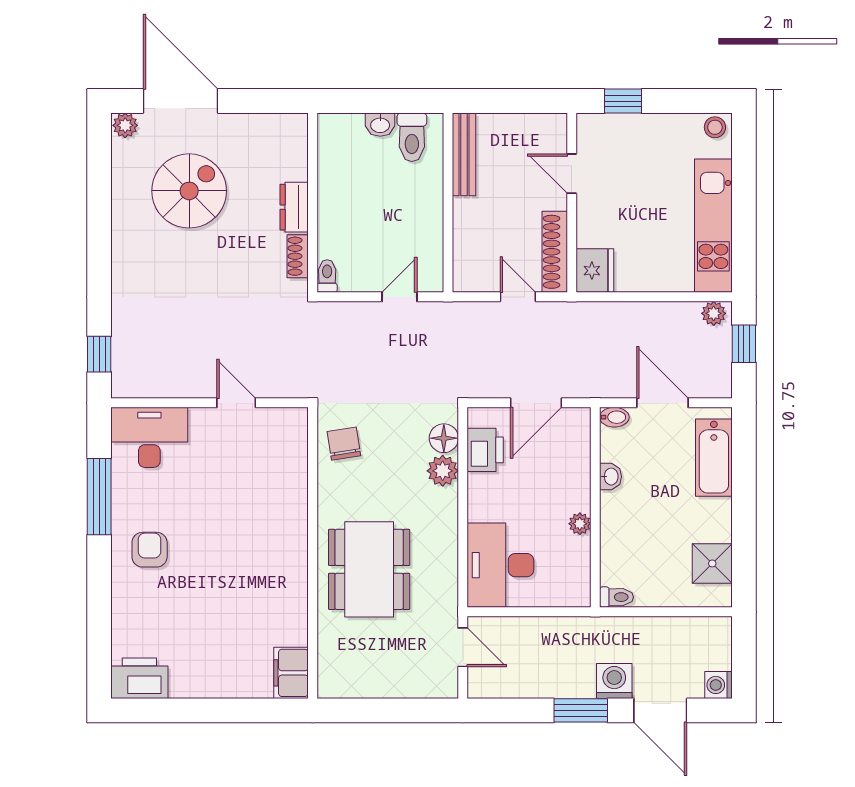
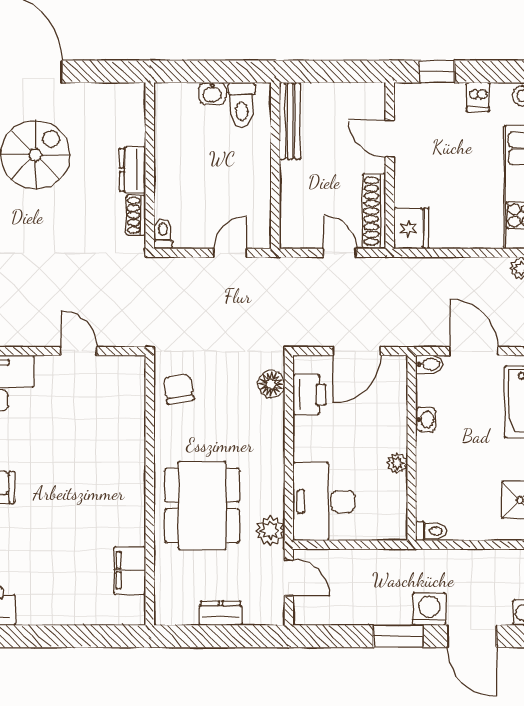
dishwasher: (667, 129) -> (478, 97), added
plant: (443, 471) -> (270, 531), moved
filing cabinet: (291, 673) -> (130, 570), moved
dresser: (389, 686) -> (221, 613), added

